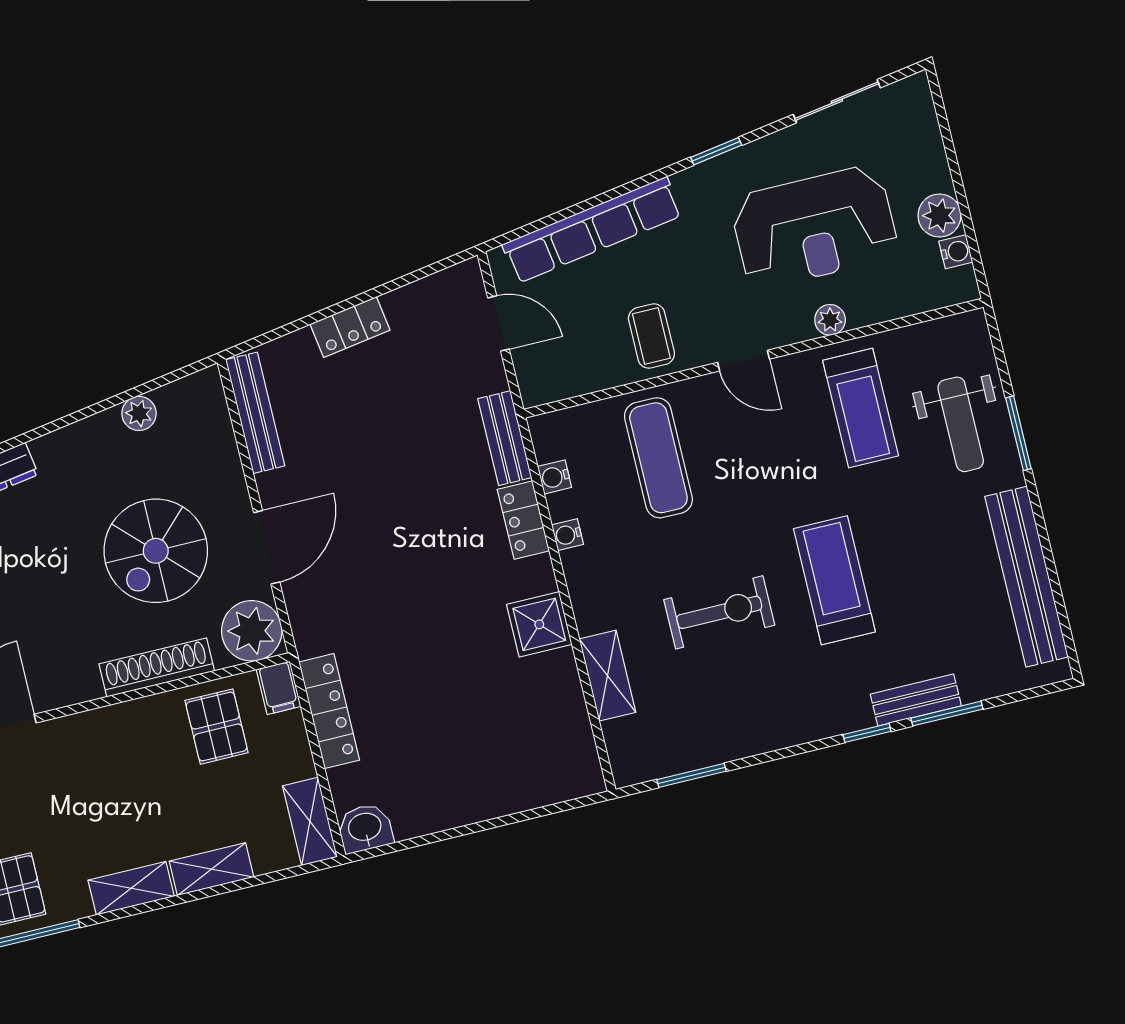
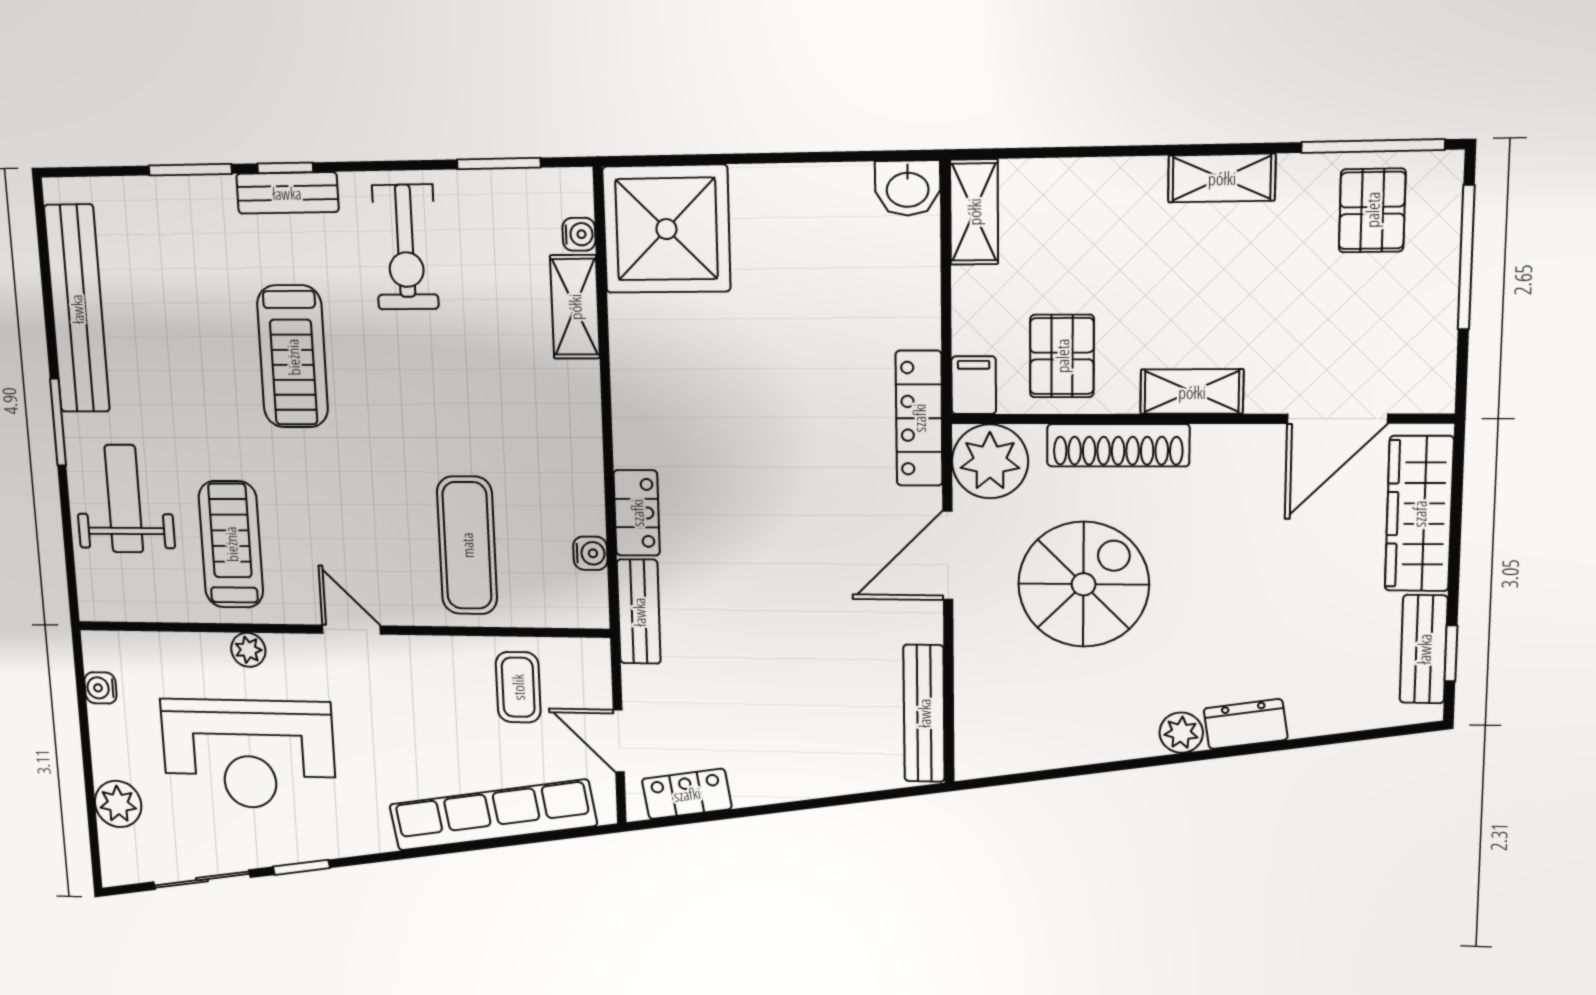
window: (716, 151) -> (301, 867), moved
plant: (939, 216) -> (118, 804), moved
reception desk: (814, 227) -> (248, 754), turned 180
locker: (350, 327) -> (687, 794), moved
coffee table: (651, 336) -> (518, 687), moved
plant: (139, 413) -> (1181, 733), moved
window: (1018, 433) -> (58, 422), moved
water cooler: (568, 535) -> (579, 234), moved
exercise bike: (719, 612) -> (405, 247), moved, turned -90
shower: (539, 624) -> (666, 229), moved, width x1.86, depth x1.86
bench: (916, 700) -> (287, 193), moved
locker: (329, 711) -> (919, 418), moved
shelving: (211, 869) -> (1192, 392), moved

